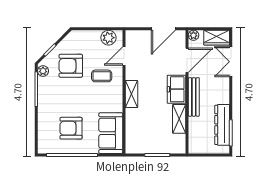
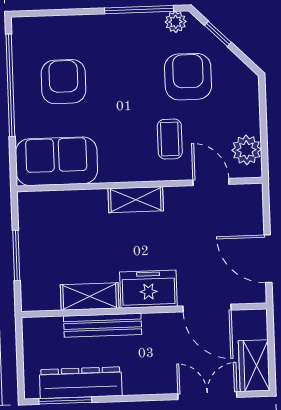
plant: (193, 35) -> (257, 319), removed
bench: (194, 97) -> (103, 325), moved

